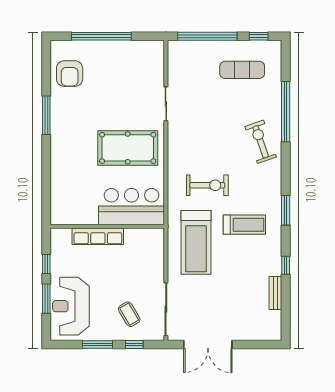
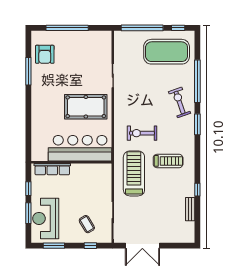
exercise mat: (242, 70) -> (167, 52), width x2.00, depth x1.45
window: (46, 115) -> (28, 71), moved
exercise bike: (207, 185) -> (142, 133), turned 180
bar counter: (131, 207) -> (80, 148), width x1.36
window: (286, 210) -> (197, 124), moved
row of seats: (98, 236) -> (52, 169), moved
treadmill: (196, 242) -> (134, 173), turned 180
window: (97, 345) -> (54, 246), moved

